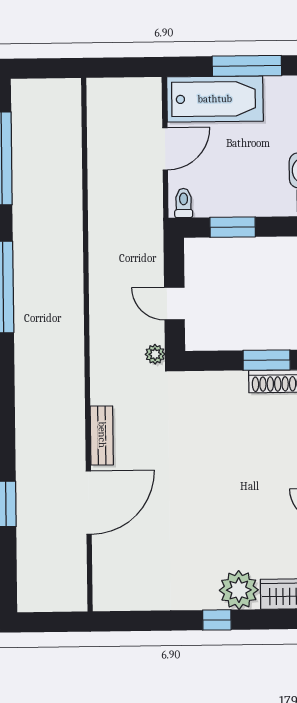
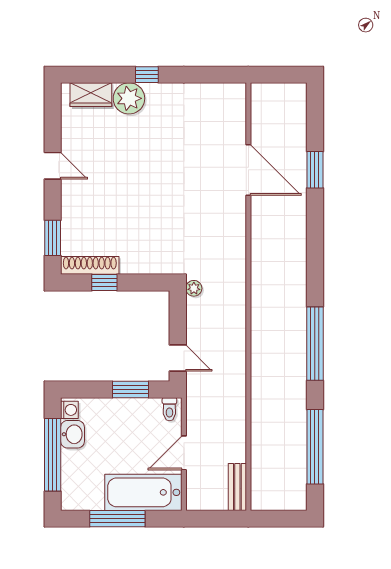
door: (174, 304) -> (178, 358), moved
window: (267, 360) -> (104, 282), width x0.67
bench: (102, 435) -> (237, 487), moved
door: (89, 503) -> (248, 170), swing flipped

